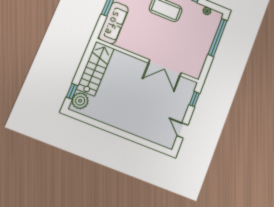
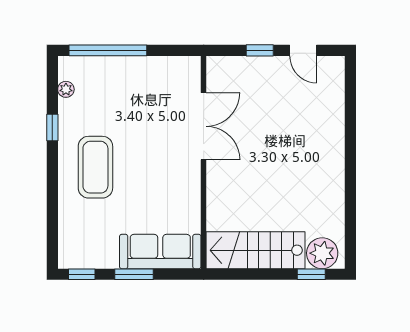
window: (194, 99) -> (260, 50), moved
door: (182, 131) -> (303, 50), hinge flipped

